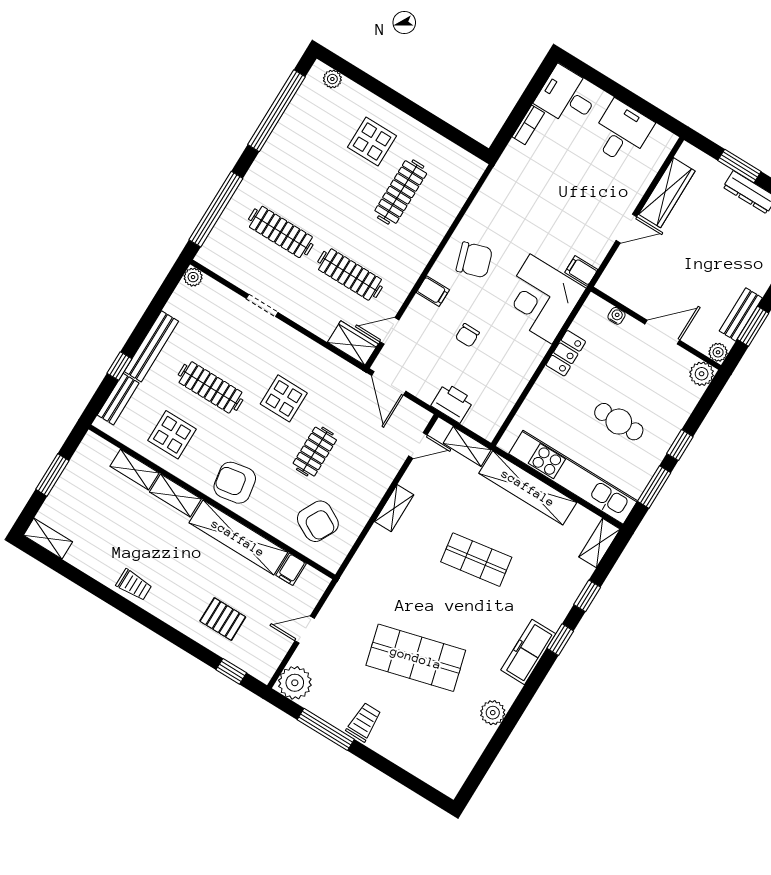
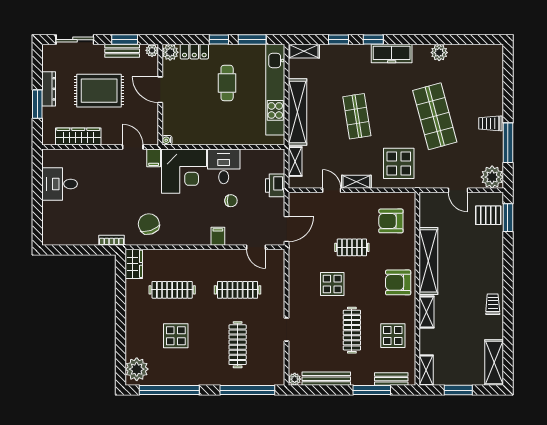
plant: (332, 79) -> (137, 369), width x1.87, depth x1.87
desk: (567, 96) -> (224, 166), moved, turned 180
bookcase: (528, 125) -> (112, 240), moved
display table: (372, 141) -> (176, 336), moved
door: (626, 228) -> (133, 147), moved
rug: (708, 254) -> (99, 91), added
chair: (474, 260) -> (149, 224), moved
clothes rail: (350, 274) -> (238, 290), turned 90
water cooler: (617, 316) -> (167, 140), moved
wardrobe: (353, 343) -> (134, 264), moved, turned 180
bench: (151, 346) -> (326, 379), moved
locker: (566, 353) -> (194, 52), moved, turned 180
window: (119, 366) -> (372, 390), width x2.17
door: (418, 445) -> (332, 190), moved
shelving: (135, 470) -> (426, 370), moved
armchair: (235, 483) -> (398, 282), turned 100
armchair: (318, 521) -> (391, 221), turned -118
shelving: (48, 539) -> (494, 362), width x1.50, depth x1.33
filing cabinet: (291, 569) -> (428, 219), removed
display table: (384, 576) -> (399, 163), added
pallet: (223, 619) -> (488, 215), moved, turned 90
window: (231, 671) -> (508, 218), width x1.50

